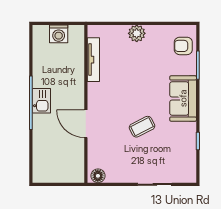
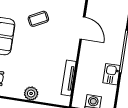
kitchen sink: (41, 101) -> (112, 74), moved

